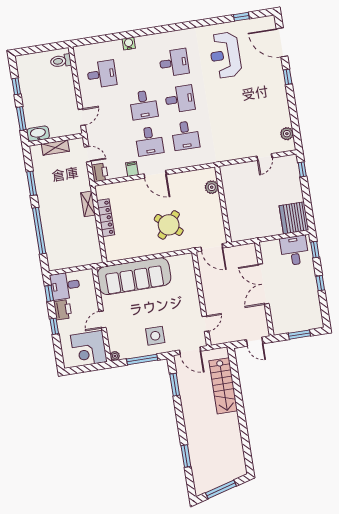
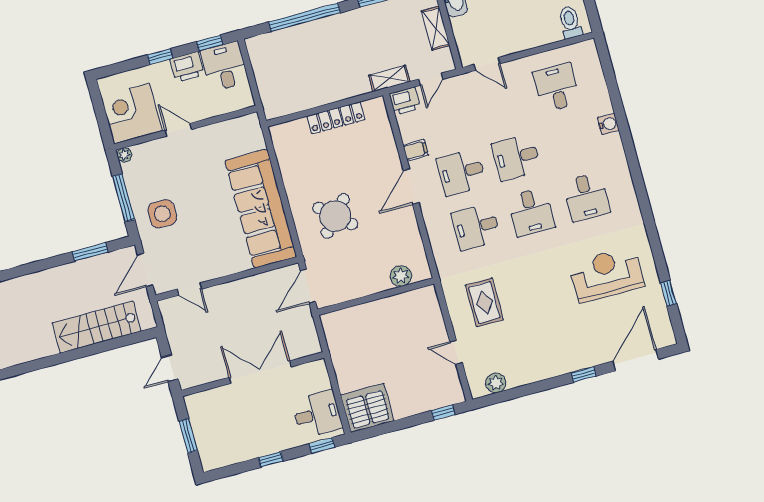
desk: (102, 74) -> (557, 87), turned 180
rug: (234, 135) -> (484, 302), added
shelving: (88, 204) -> (389, 79), moved
sofa: (134, 276) -> (261, 209), moved

